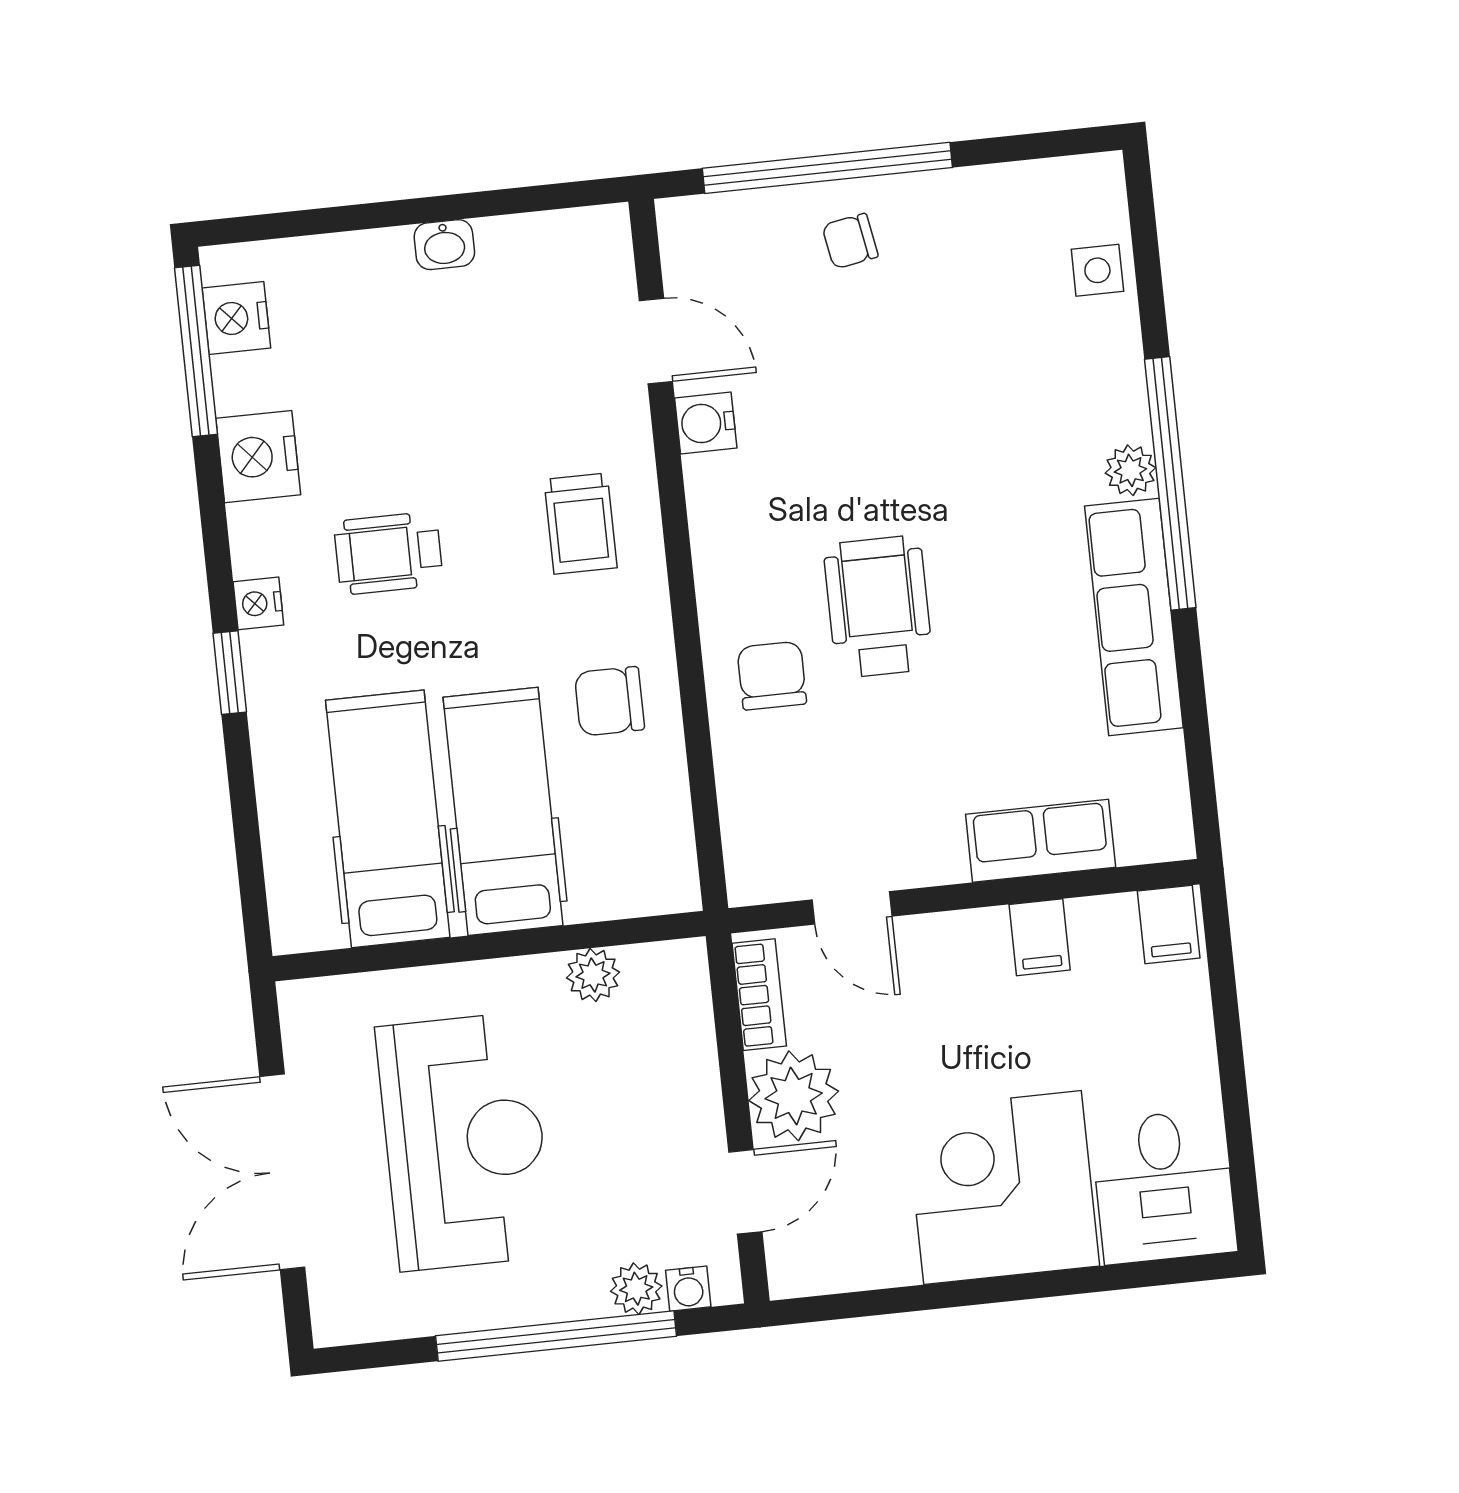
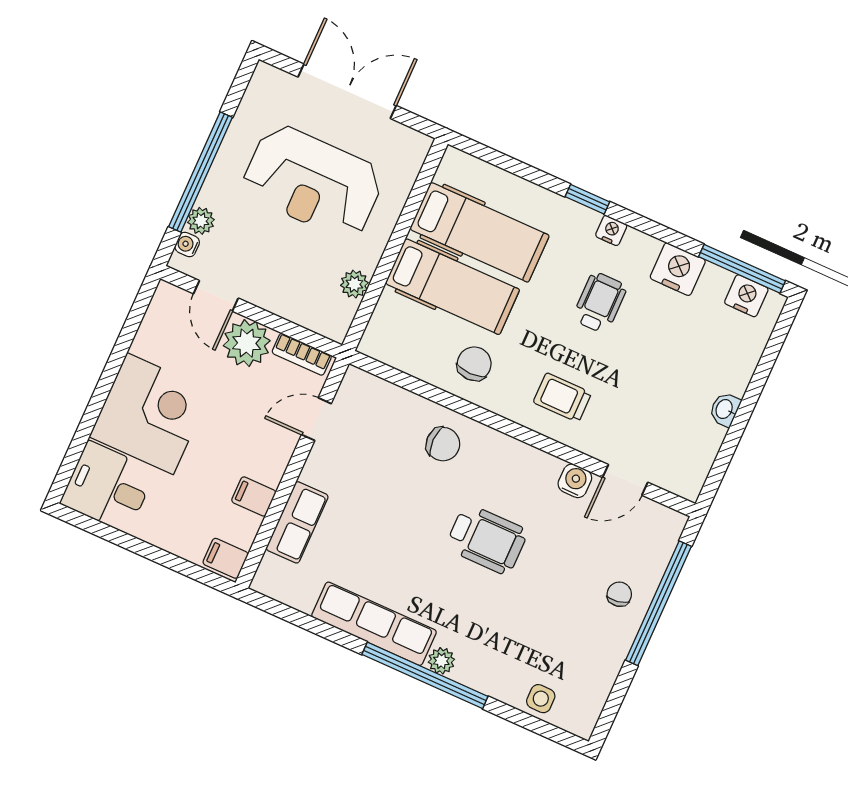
wheelchair: (878, 607) -> (487, 539), moved

